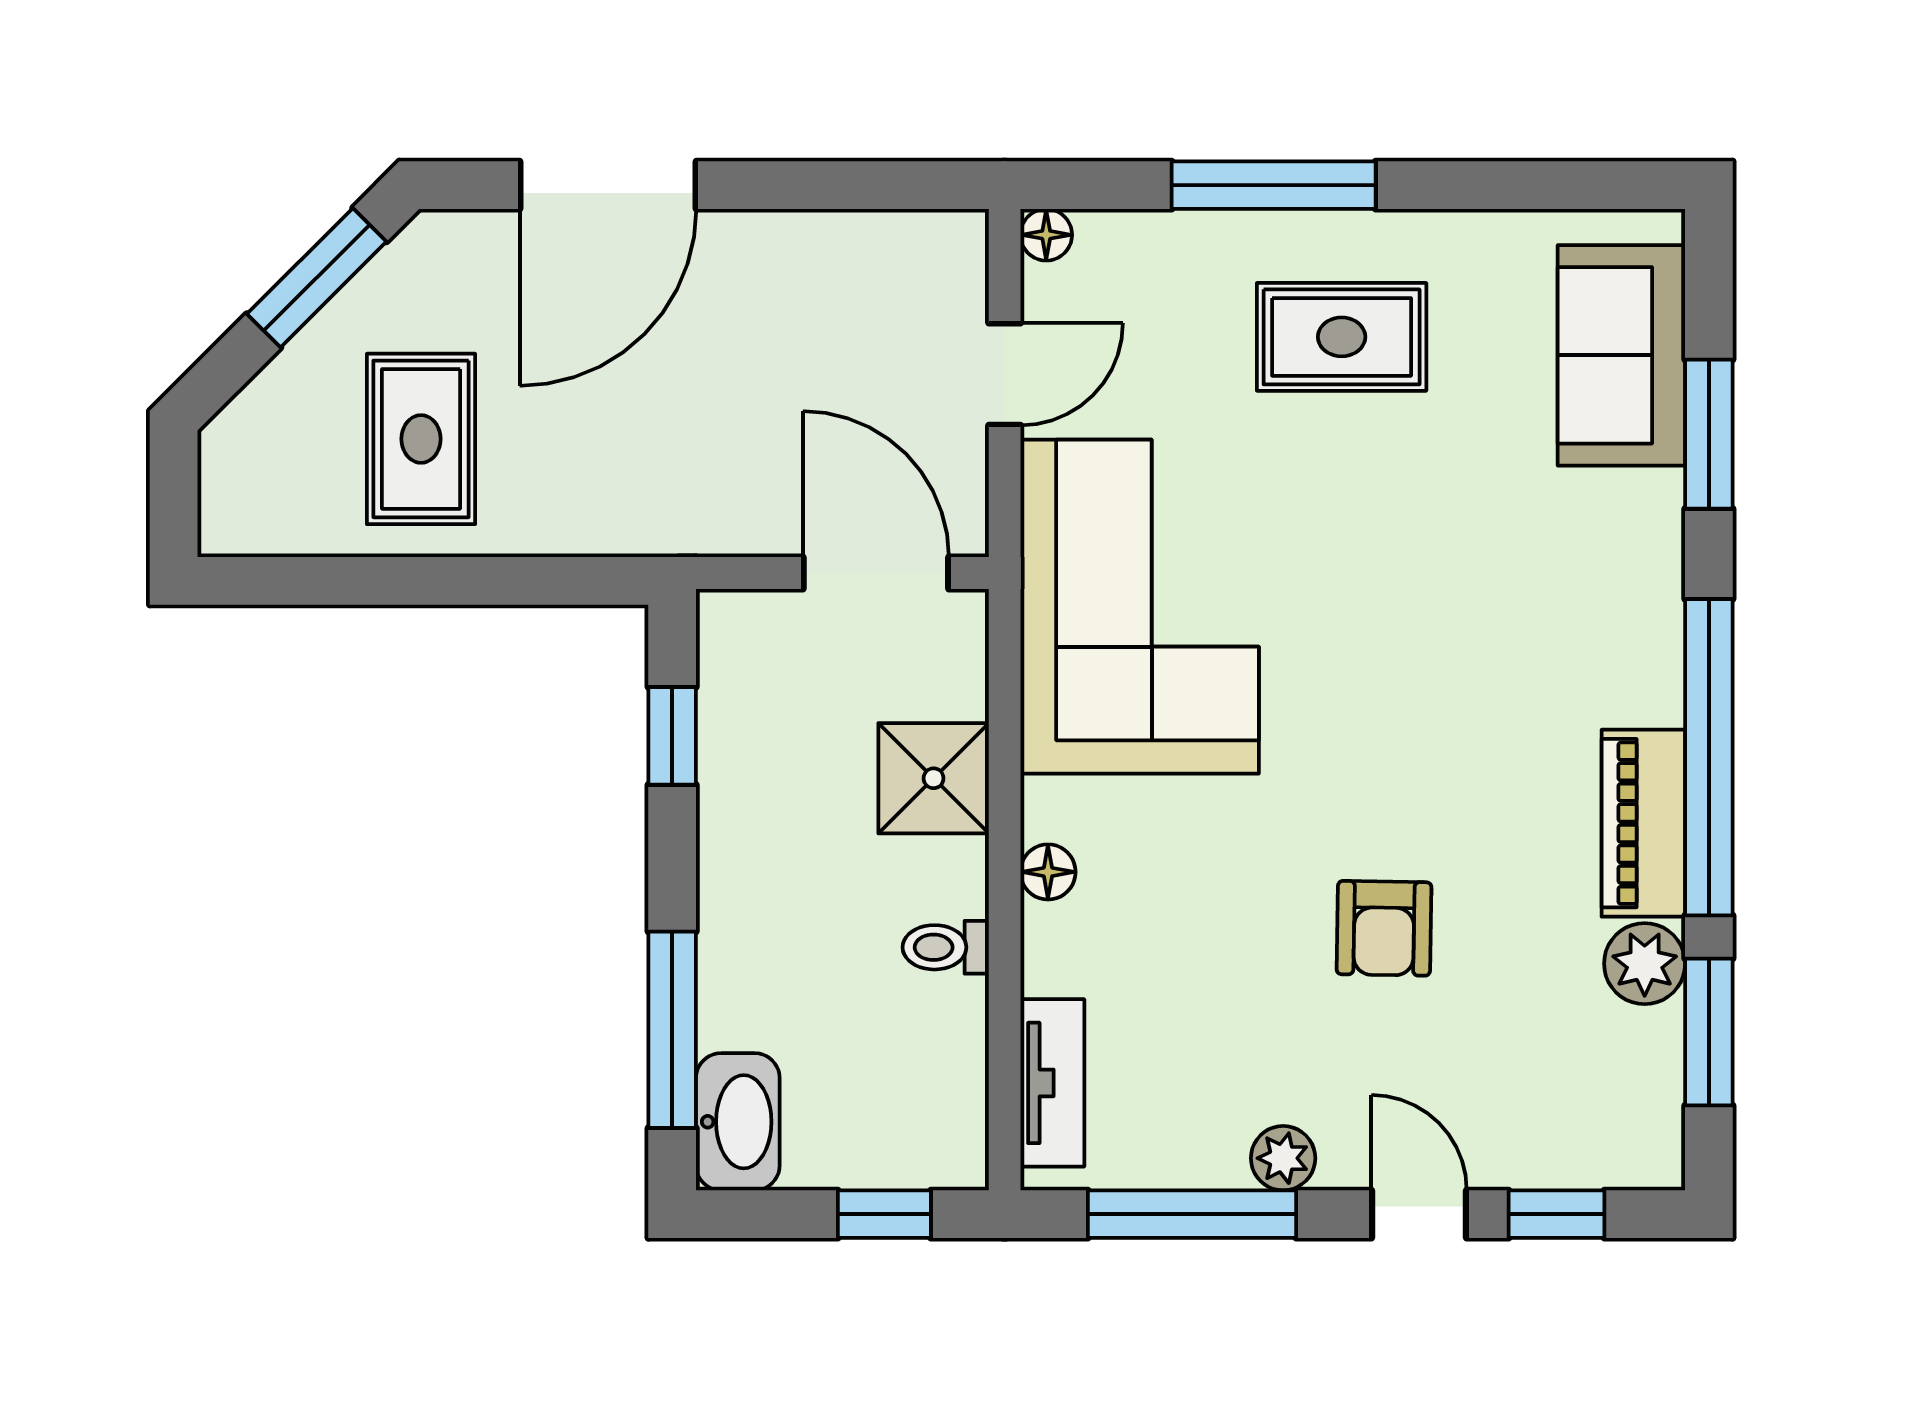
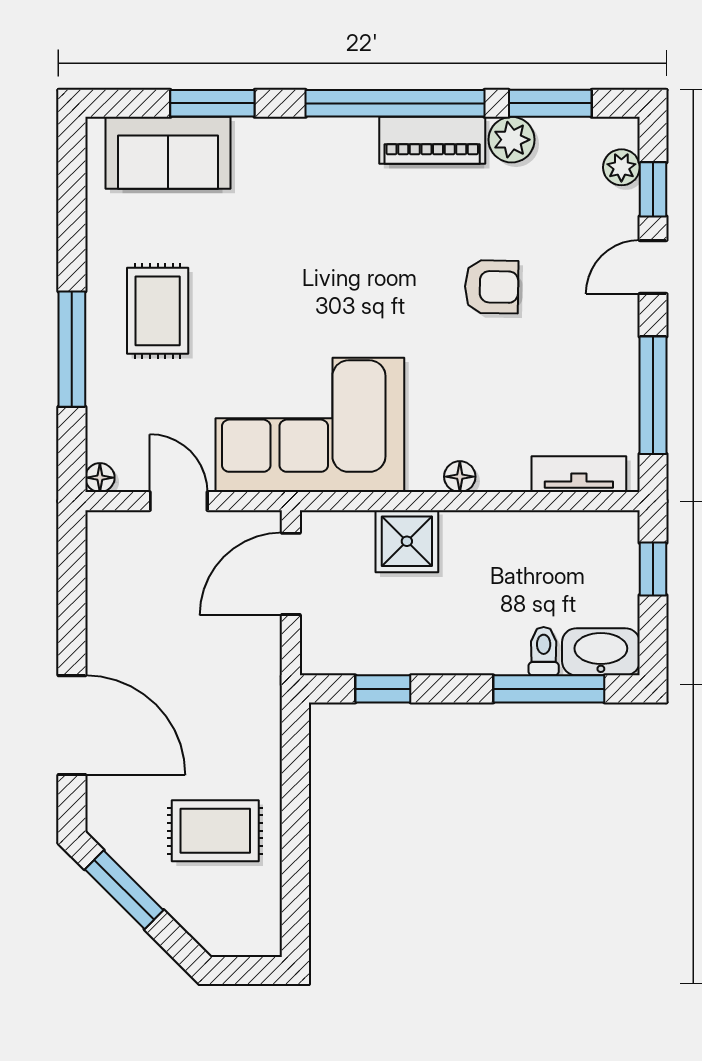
toilet: (946, 947) -> (544, 651), moved, turned 180
plant: (1283, 1158) -> (621, 167), moved

